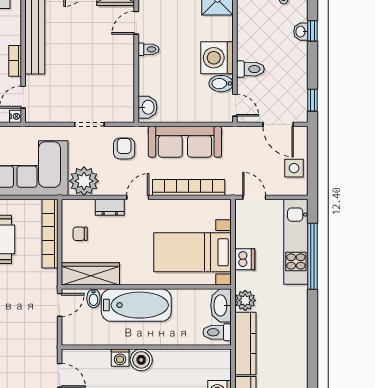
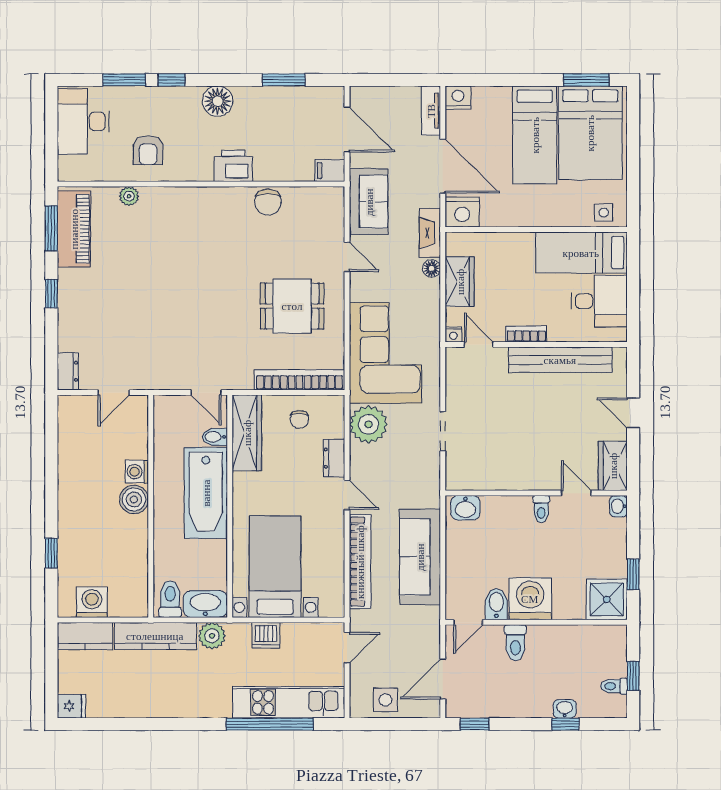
armchair: (124, 149) -> (411, 477), removed
chair: (80, 234) -> (299, 419), turned 180

